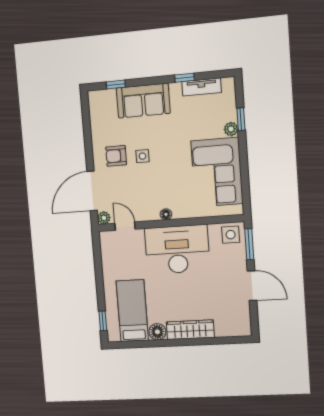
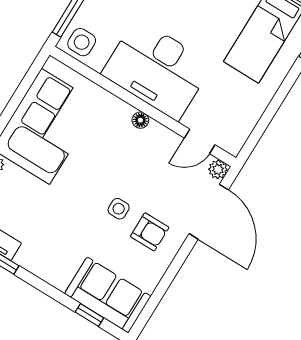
sofa: (143, 101) -> (108, 295), moved
door: (92, 191) -> (209, 212), hinge flipped
door: (125, 226) -> (200, 141), hinge flipped

